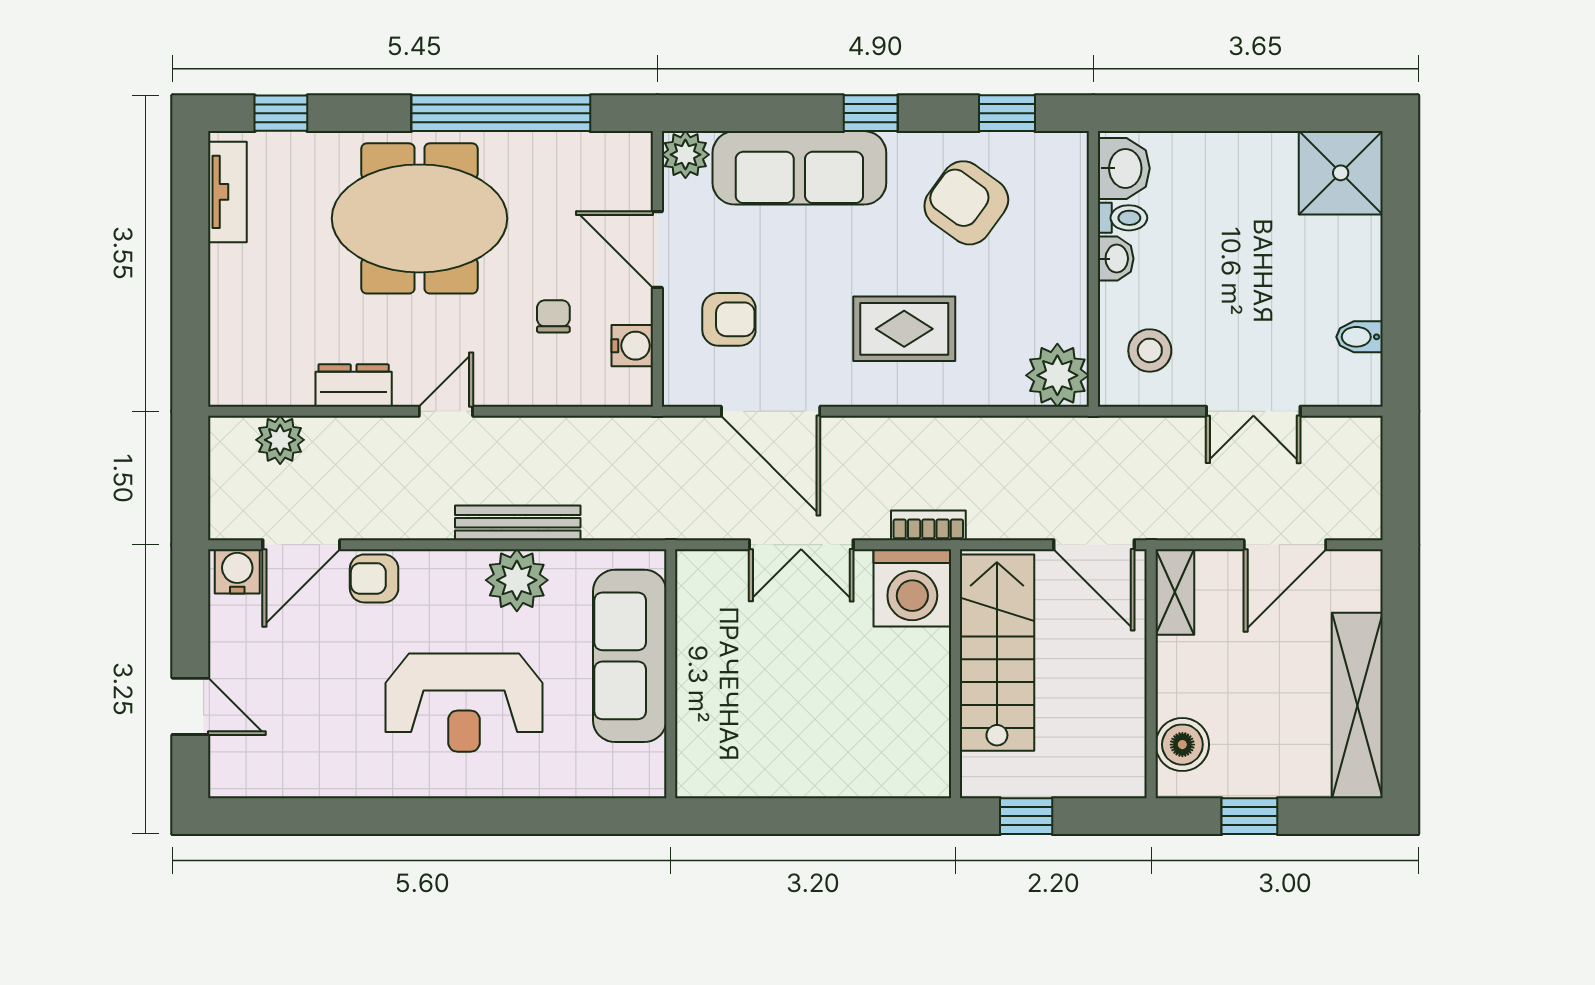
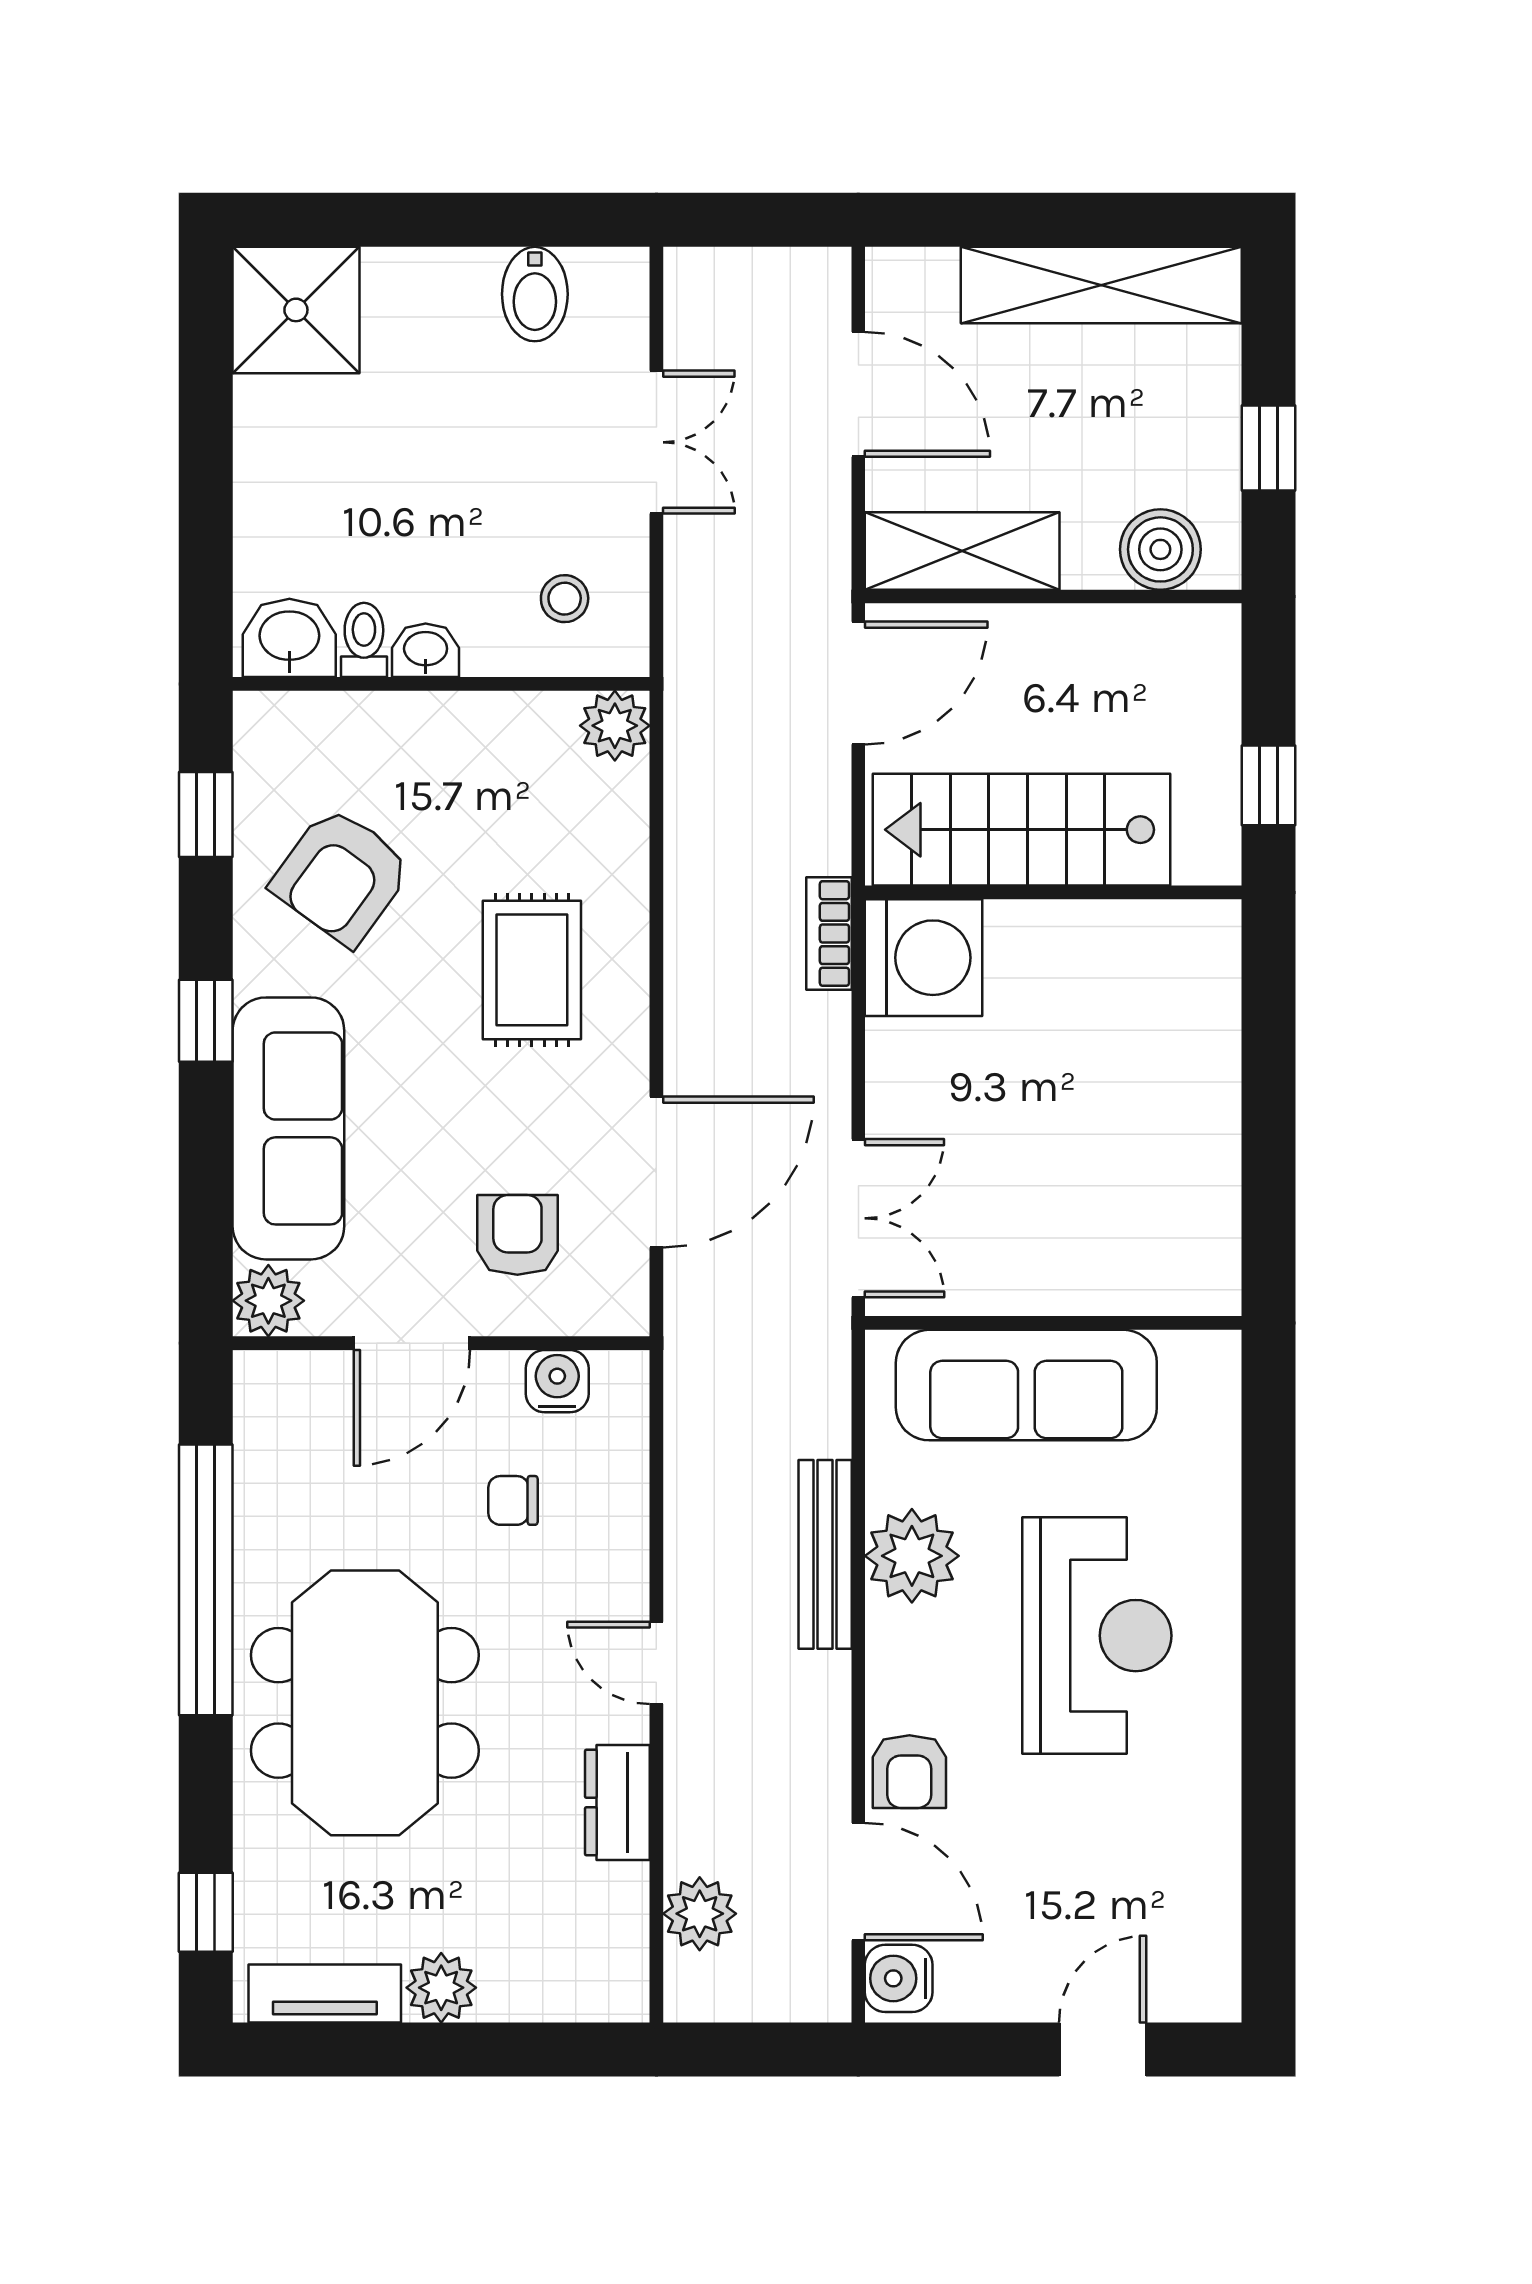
plant: (231, 269) -> (441, 1988), added
bidet: (1360, 337) -> (535, 294), width x1.38, depth x1.36
stool: (1150, 350) -> (565, 599), width x0.73, depth x0.73
plant: (1057, 375) -> (615, 726), width x0.73, depth x0.73
double door: (801, 545) -> (858, 1218), moved
shelving: (1175, 592) -> (962, 551), width x1.50, depth x1.33

